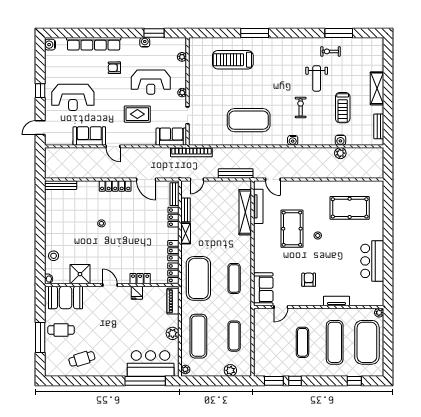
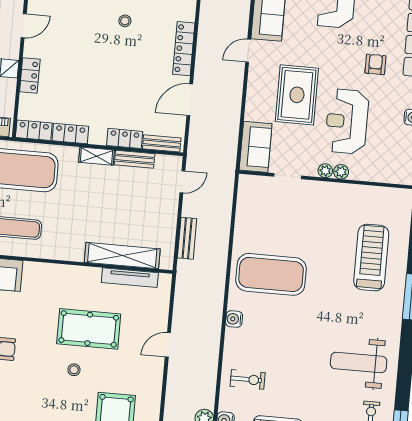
plant: (182, 57) -> (341, 172), moved
weight bench: (317, 78) -> (359, 362), moved, width x1.36, depth x1.33
exercise bike: (301, 107) -> (248, 379), moved
rug: (137, 114) -> (297, 95), width x1.36, depth x1.43
exercise mat: (249, 120) -> (271, 274), turned 90
water cooler: (293, 140) -> (234, 319), moved
bookcase: (191, 152) -> (227, 177), removed
bench: (236, 173) -> (187, 238), width x0.73
door: (197, 179) -> (182, 182), swing flipped
door: (273, 179) -> (168, 345), moved

